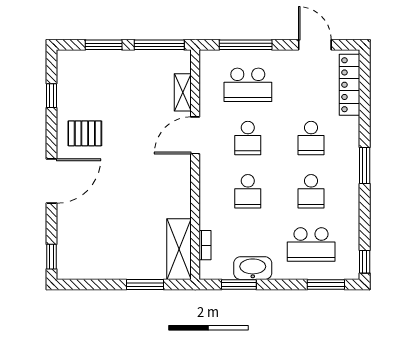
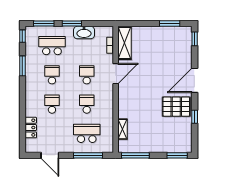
window: (104, 45) -> (177, 155), moved
locker: (350, 85) -> (31, 128), width x0.66
window: (52, 96) -> (195, 117), moved
pallet: (85, 133) -> (176, 107), width x1.50, depth x1.42
door: (195, 135) -> (116, 74), moved
window: (365, 166) -> (22, 66), moved
window: (145, 285) -> (170, 24), moved
window: (239, 285) -> (72, 24), moved

